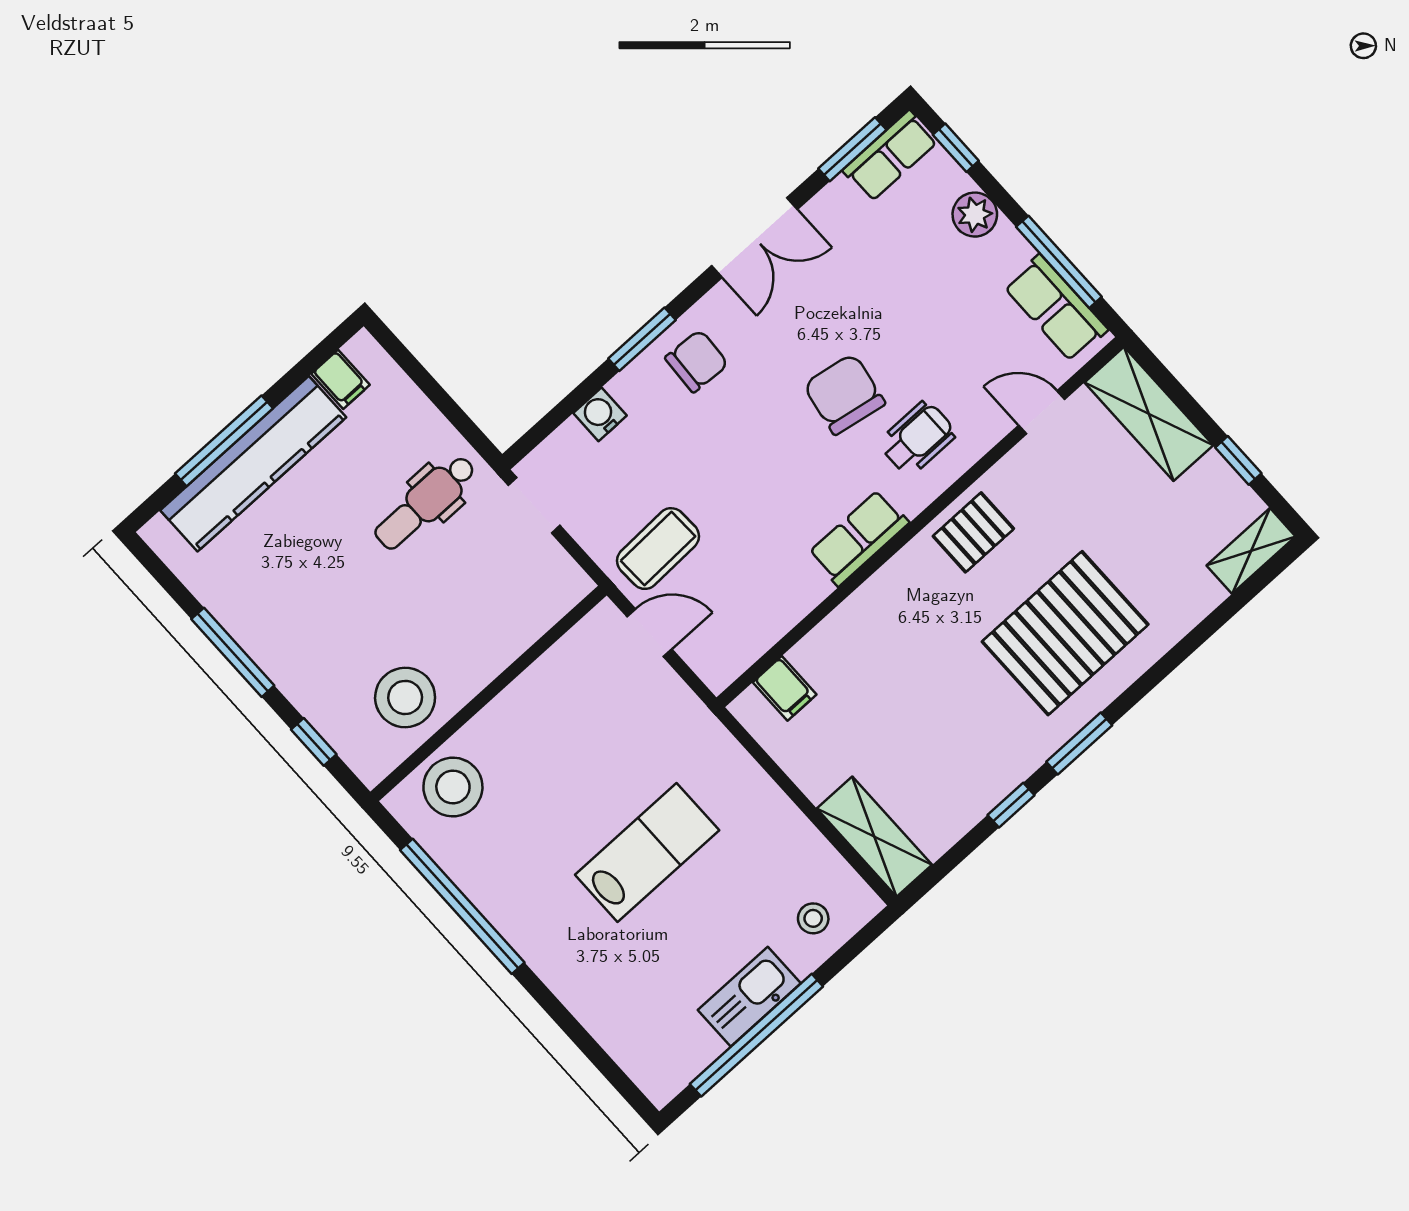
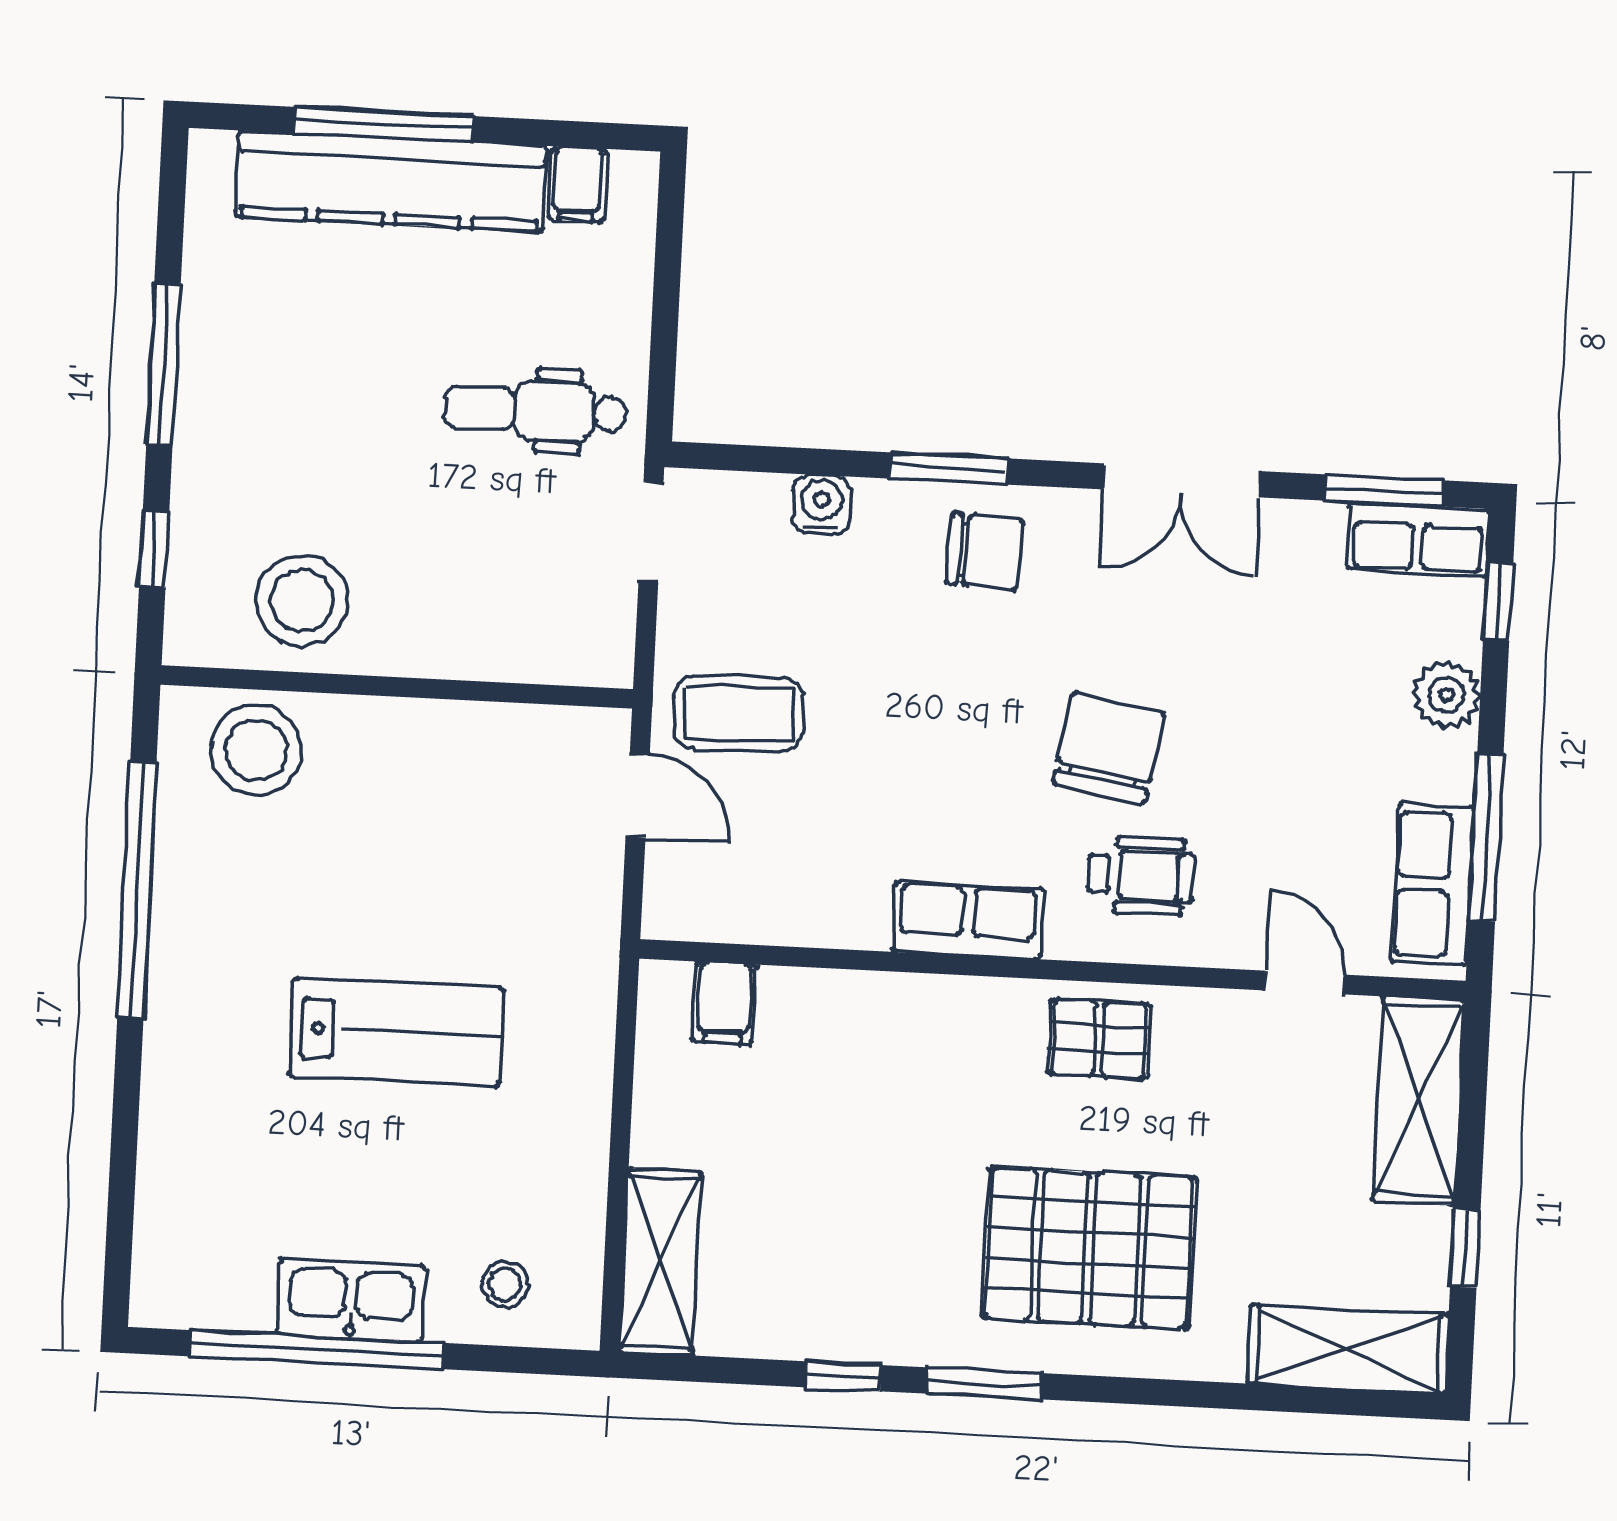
shelving: (1251, 551) -> (1348, 1349), width x1.50, depth x1.33

